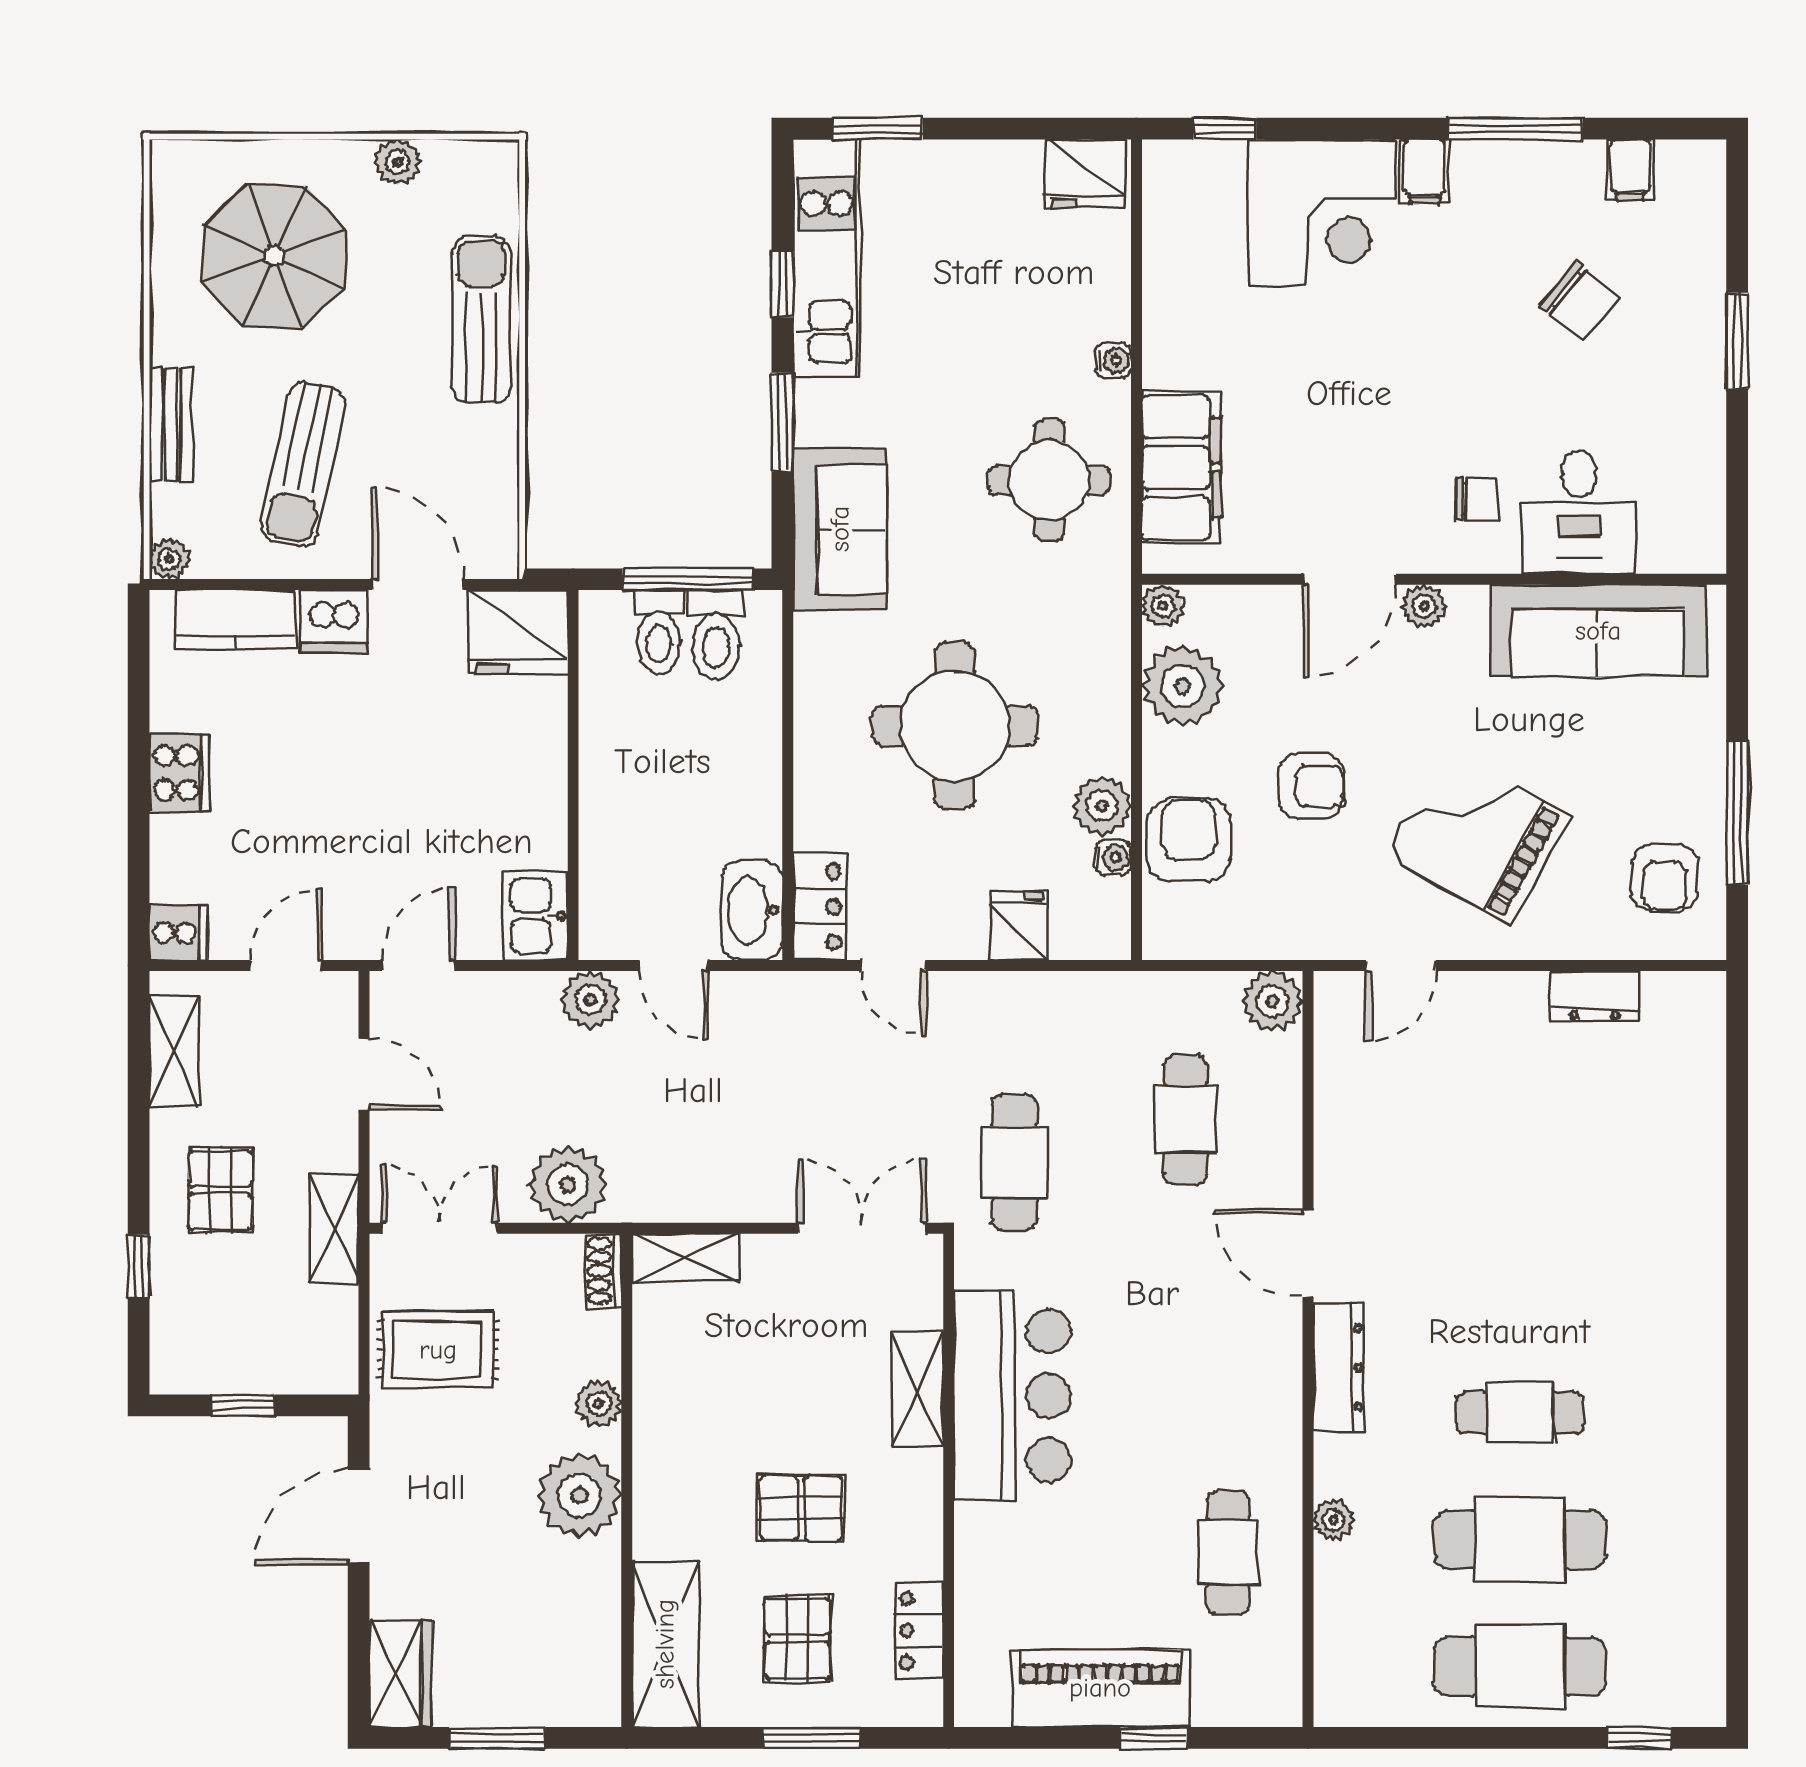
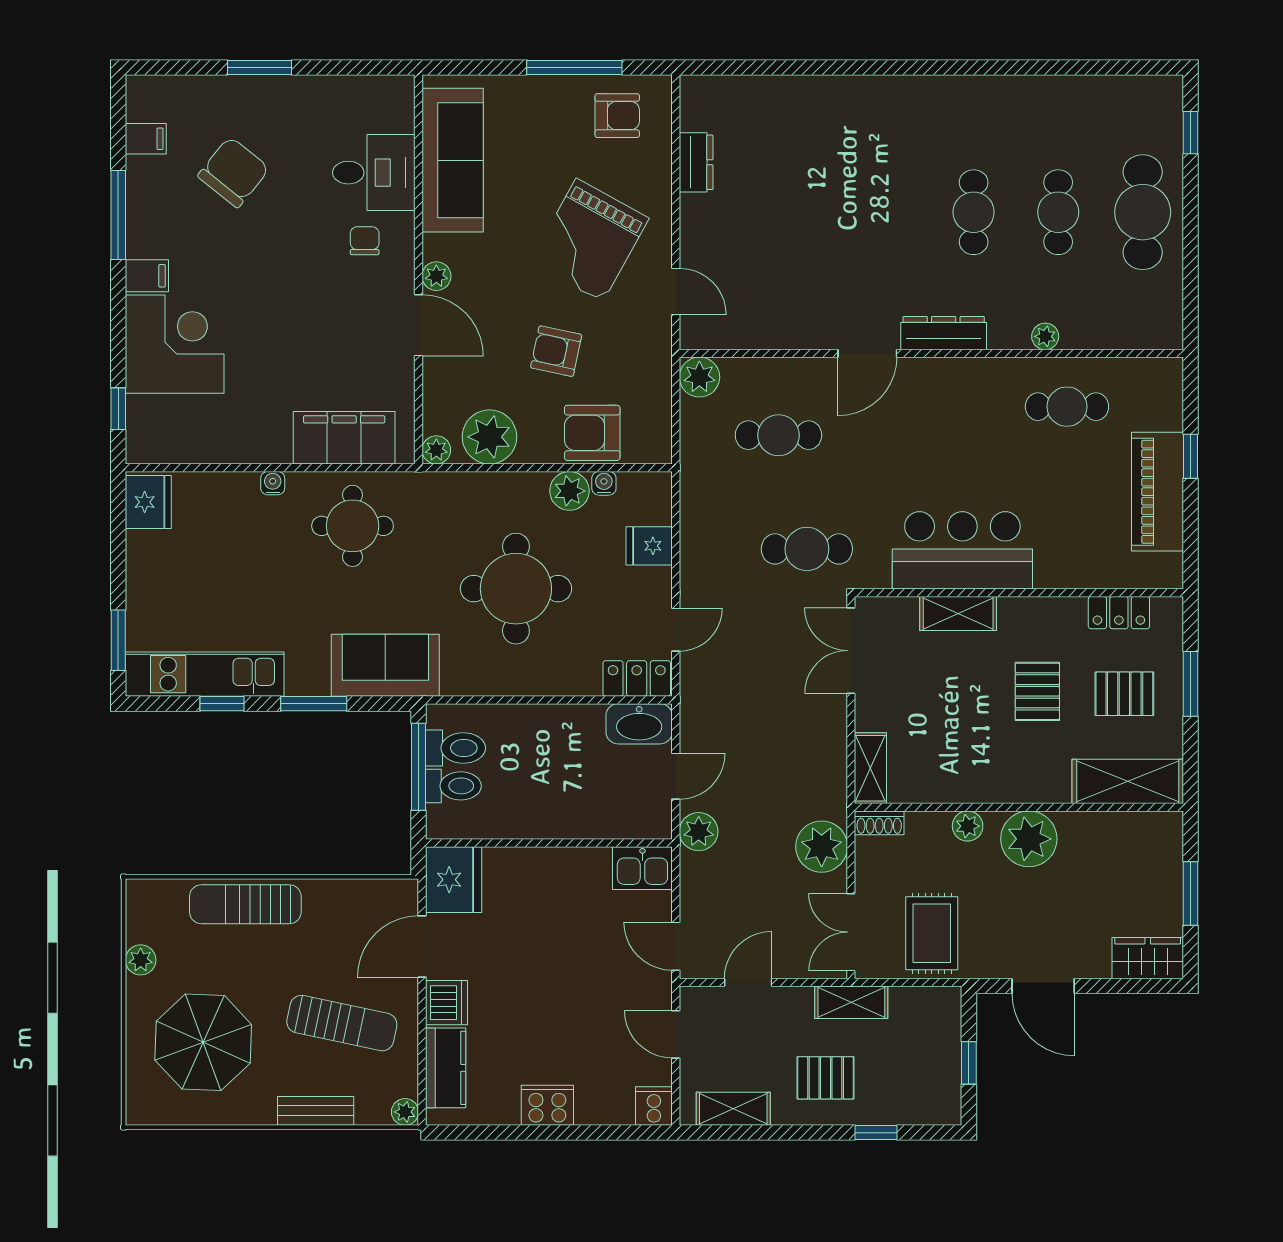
chair: (1580, 302) -> (234, 172), width x1.37, depth x1.37
armchair: (1311, 786) -> (556, 351), turned -78
cafe table: (1520, 1539) -> (1058, 212), width x0.73, depth x0.74

